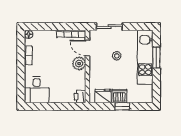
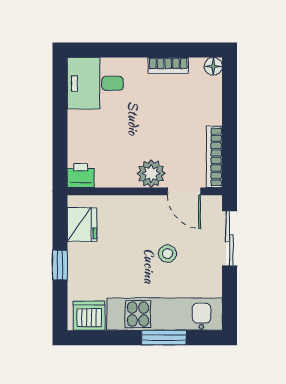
door: (87, 48) -> (184, 191), swing flipped
dishwasher: (119, 96) -> (89, 316), moved, turned -90

